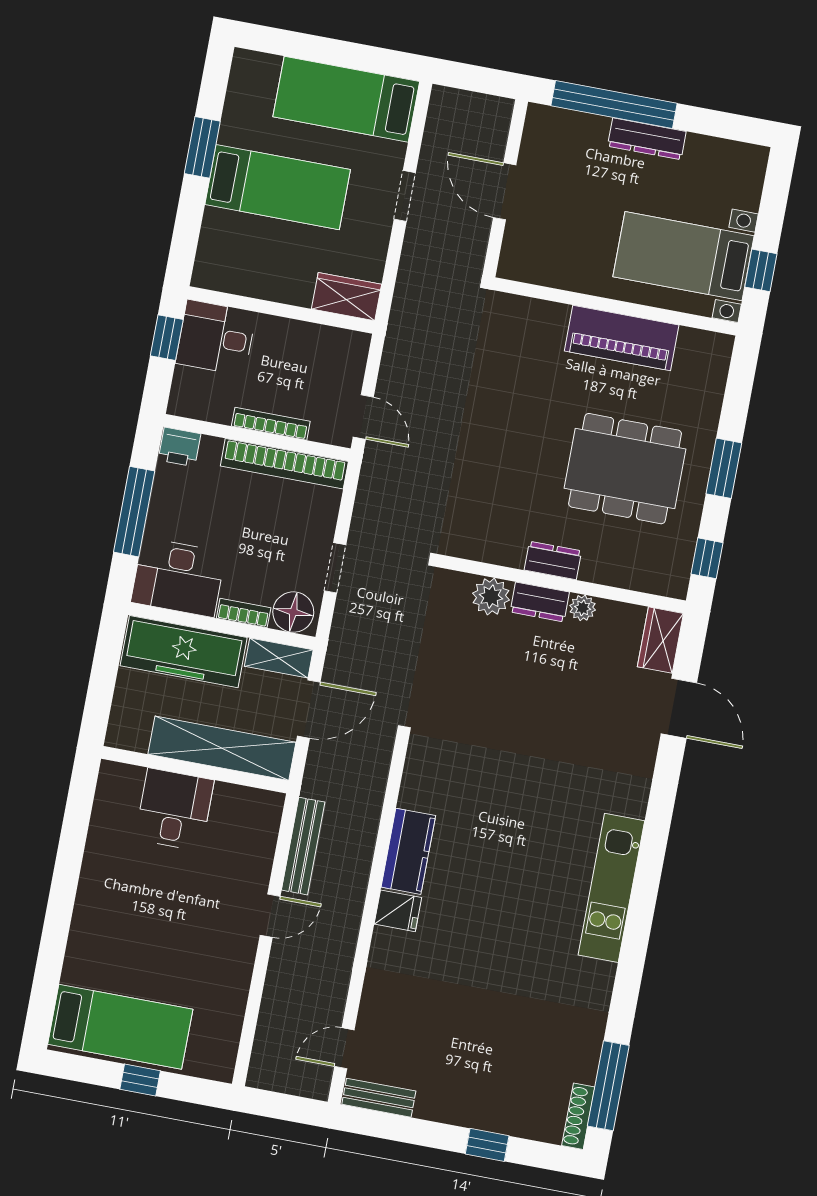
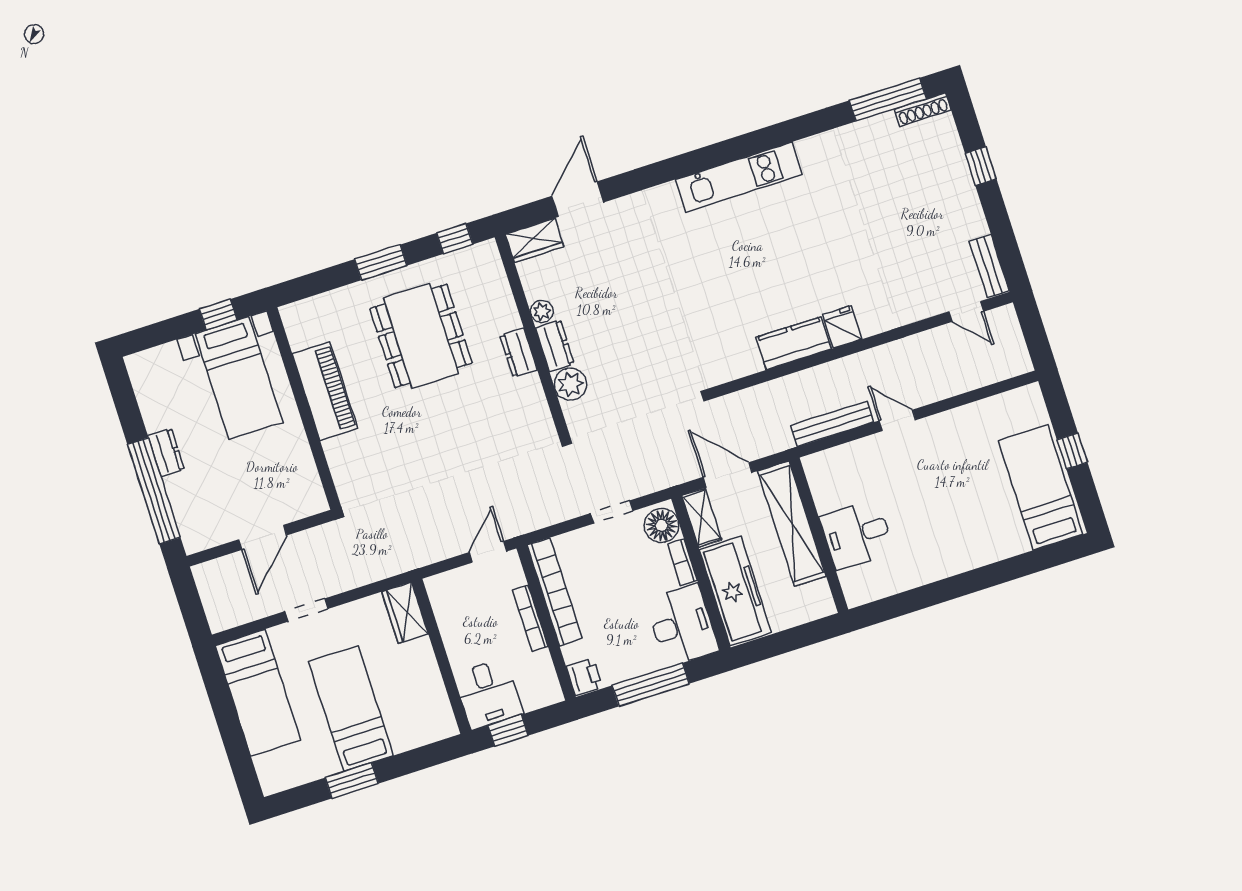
dresser: (647, 139) -> (166, 453), width x0.70

